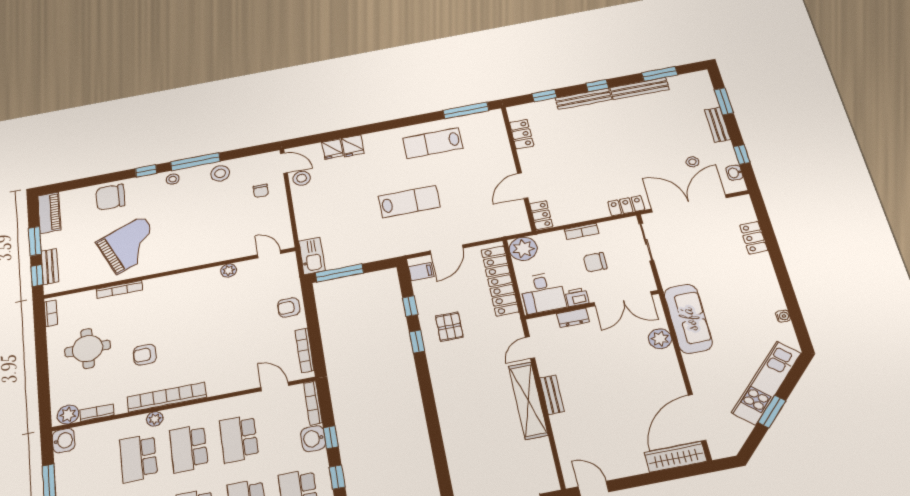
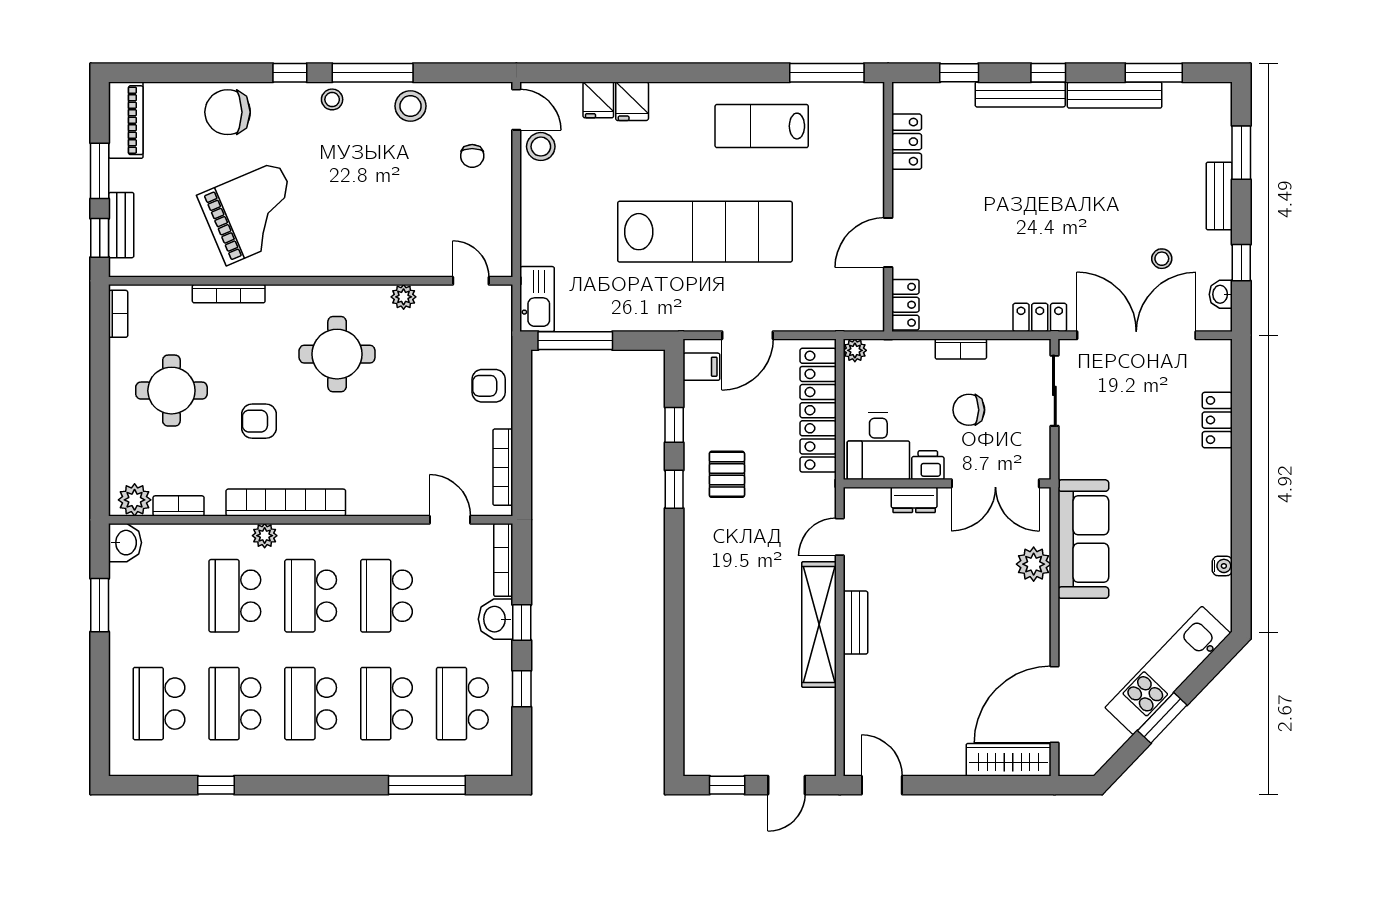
lab bench: (409, 202) -> (705, 232), width x1.86, depth x1.39
plant: (523, 249) -> (855, 350), width x0.53, depth x0.53
round table: (191, 309) -> (337, 354), added

